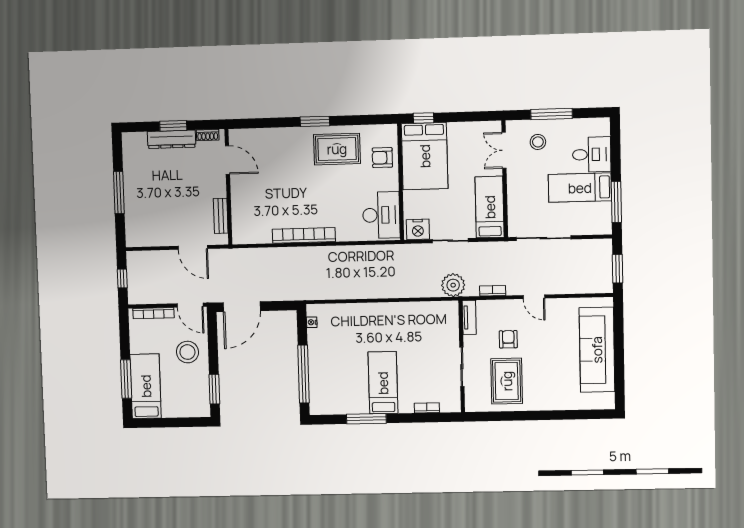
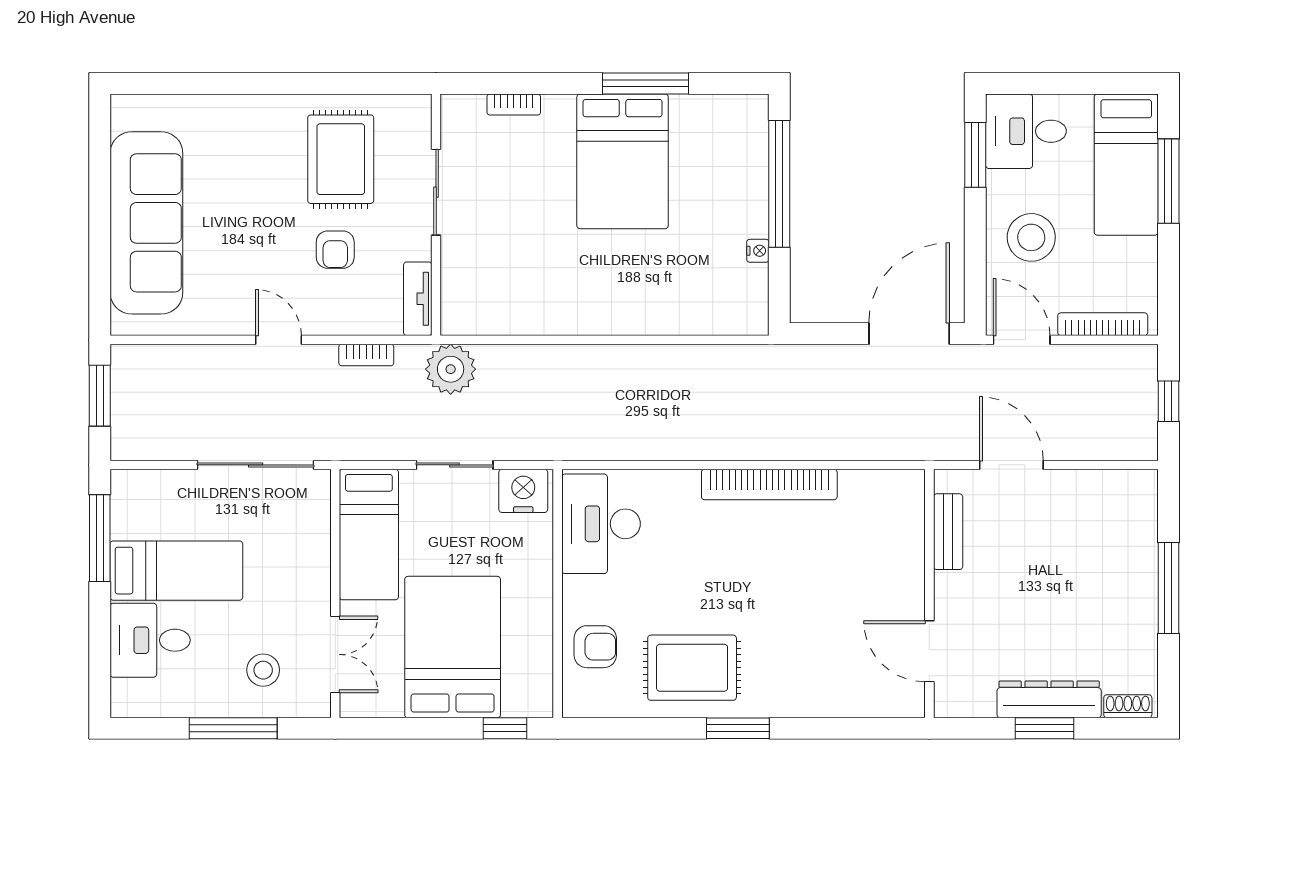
shoe rack: (208, 135) -> (1128, 706), moved
bed: (425, 156) -> (453, 647), moved
nightstand: (312, 322) -> (758, 251), moved
bed: (383, 383) -> (623, 161), width x1.50
desk: (192, 400) -> (1026, 131), added

